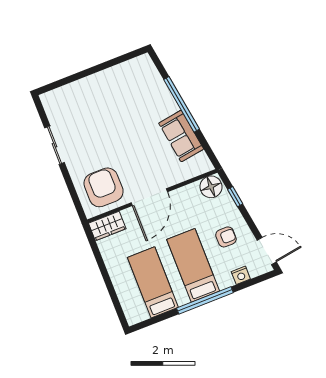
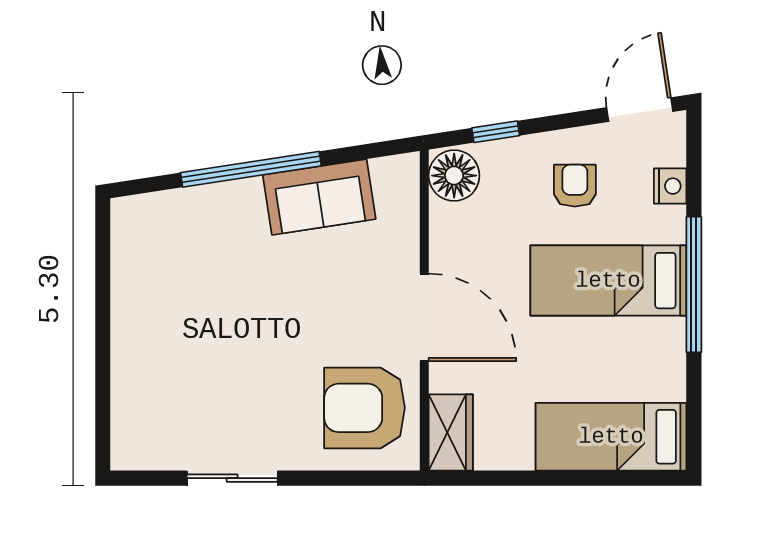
bed: (153, 282) -> (611, 437), moved

